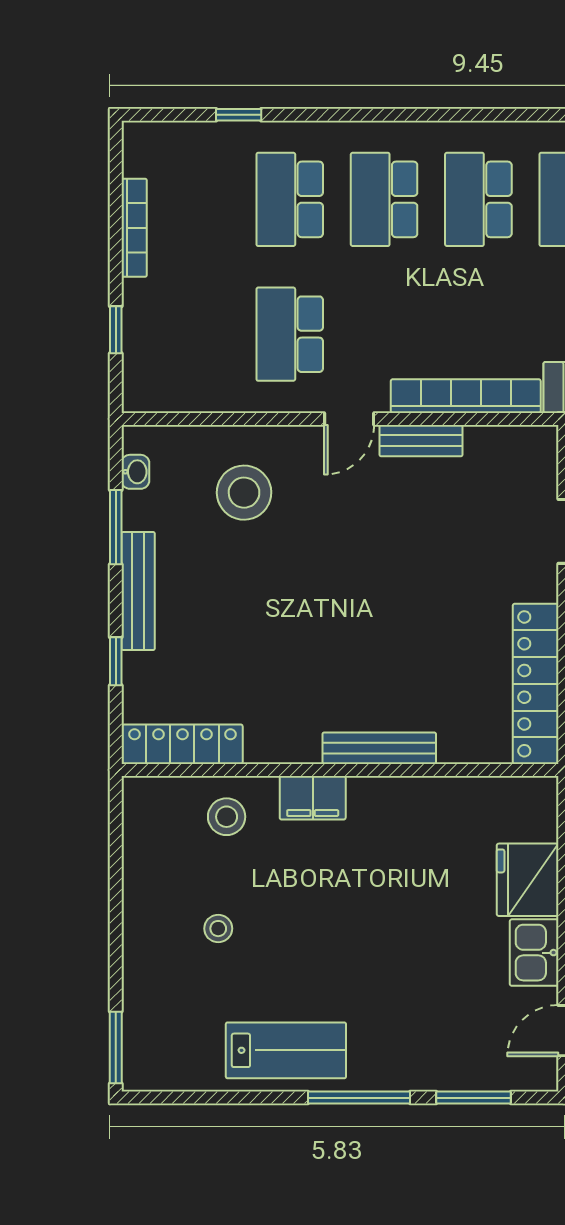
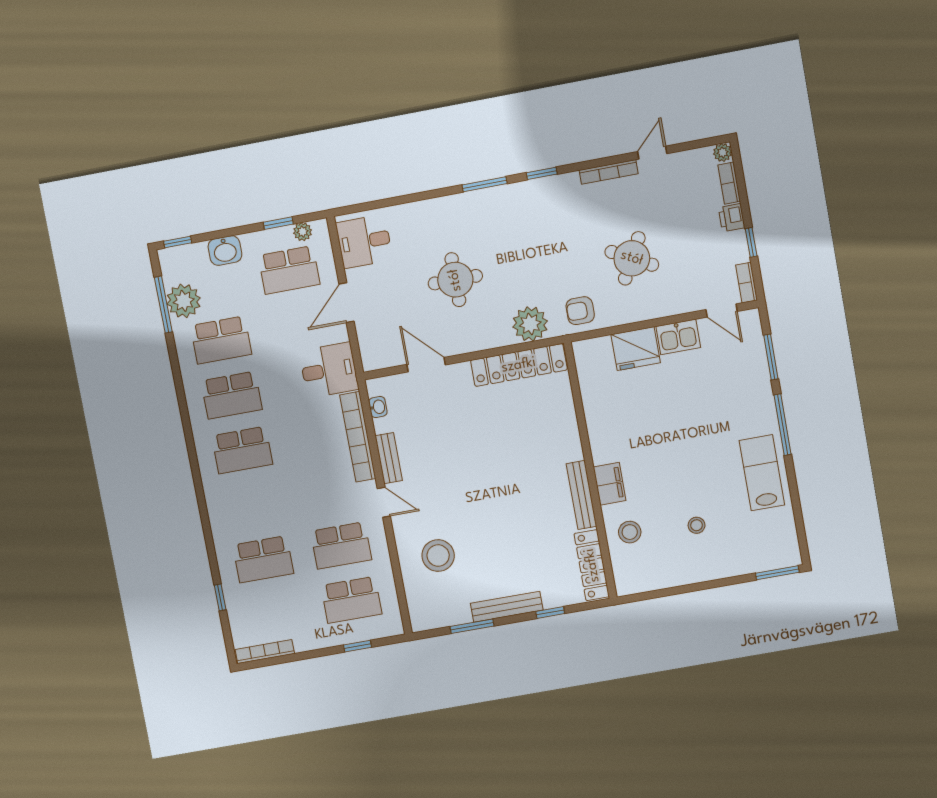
school desk: (384, 199) -> (351, 600), moved
bookcase: (134, 228) -> (265, 652), moved
washbasin: (135, 472) -> (378, 407), moved, turned 90
bench: (379, 748) -> (581, 495), moved

